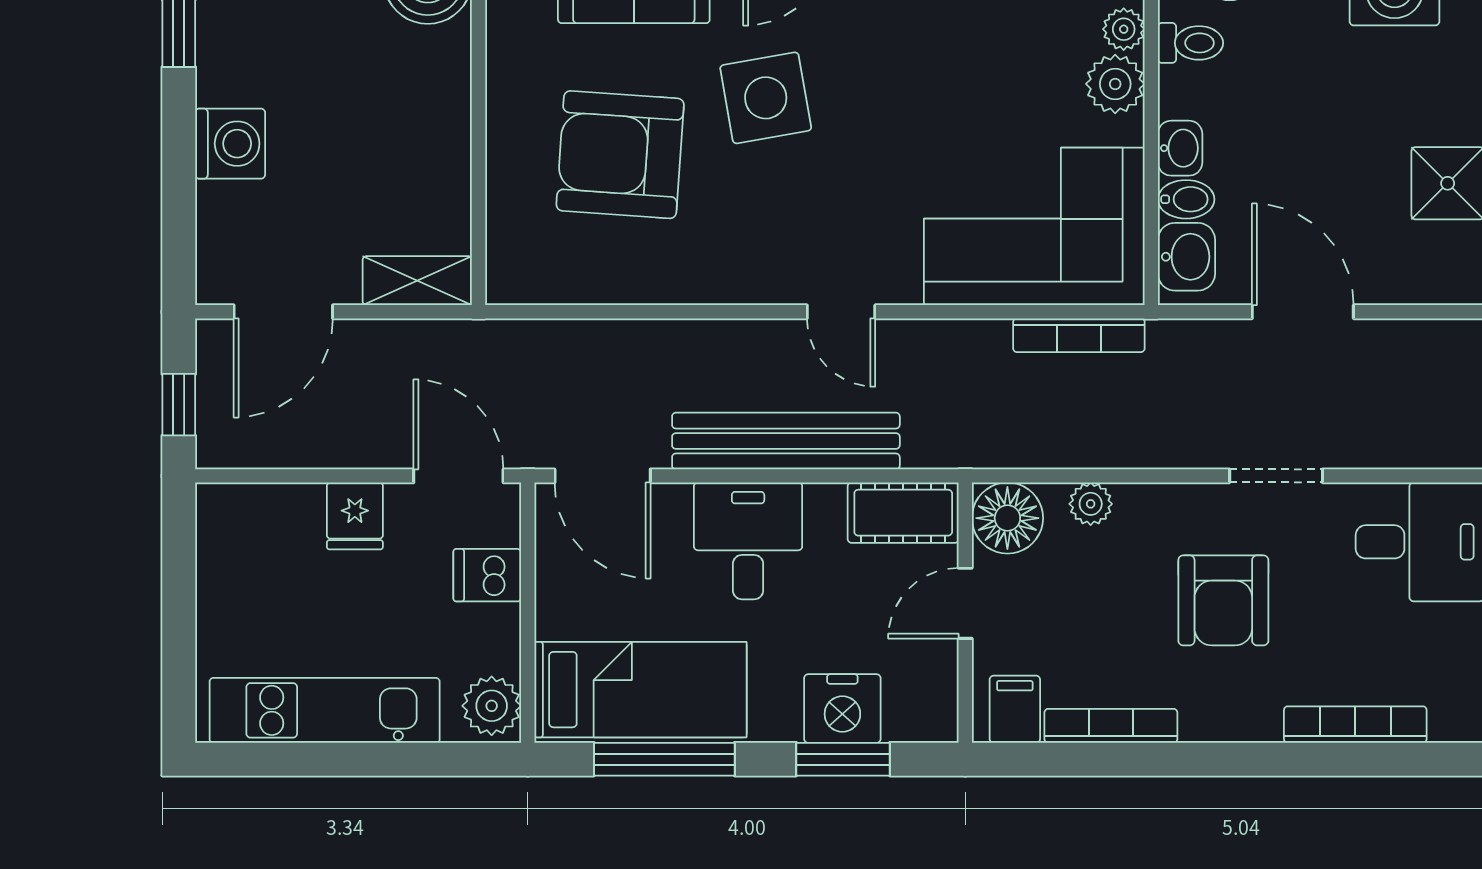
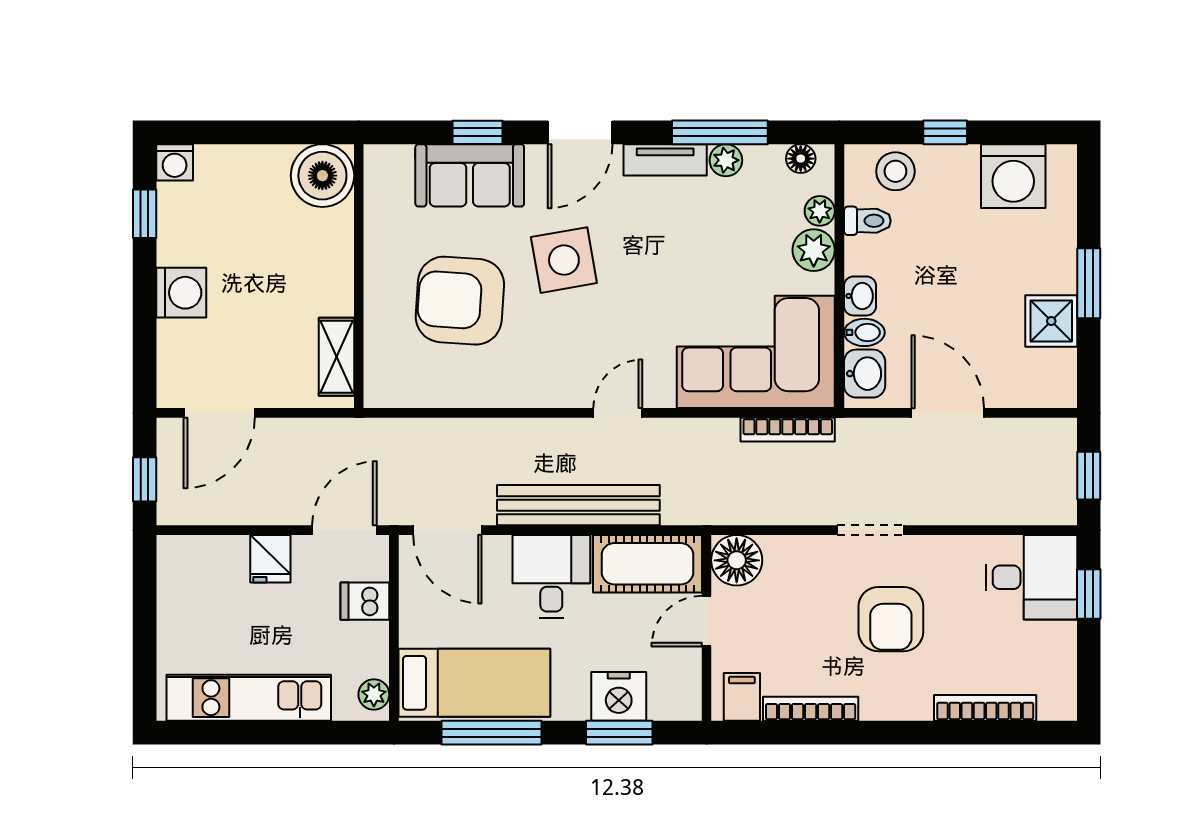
shelving: (417, 281) -> (336, 357), moved, turned 90
door: (841, 312) -> (618, 413), swing flipped
door: (458, 476) -> (344, 530), hinge flipped
doorway: (1276, 476) -> (870, 530), moved
plant: (1091, 504) -> (796, 550), removed
cot: (903, 513) -> (647, 564), width x1.37, depth x1.34
plant: (492, 706) -> (374, 694), width x0.73, depth x0.73

